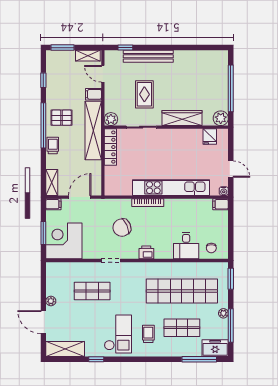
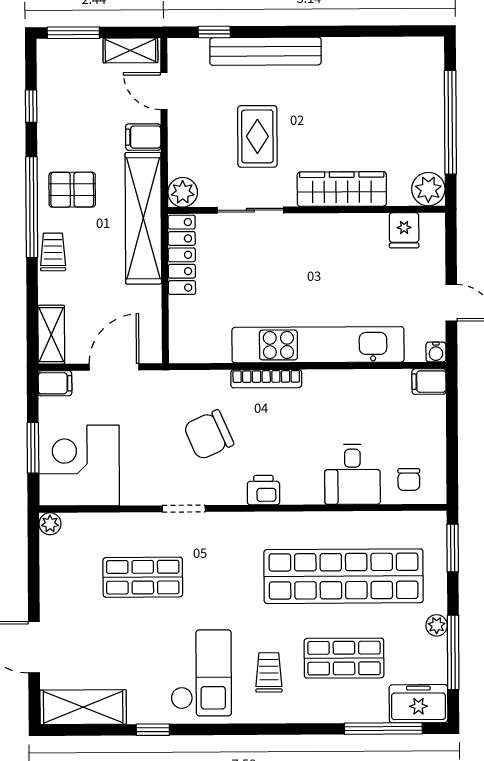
plant: (51, 301) -> (50, 524), moved

